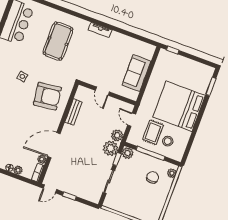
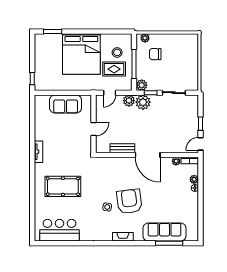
armchair: (47, 96) -> (129, 201), moved
door: (54, 145) -> (148, 155), moved
door: (50, 189) -> (200, 144), swing flipped

